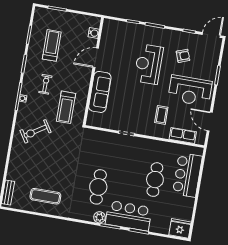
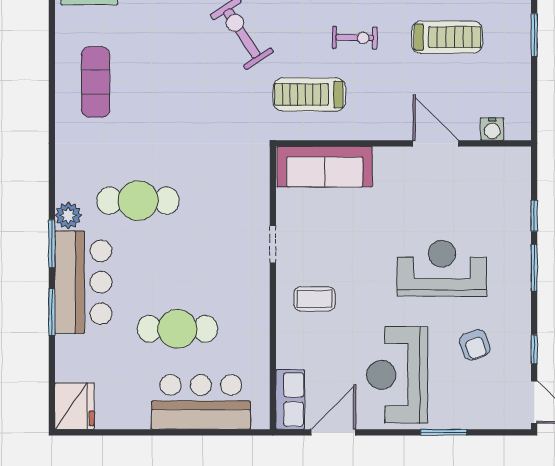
sofa: (100, 92) -> (325, 167), moved
coffee table: (161, 115) -> (315, 299), moved
row of seats: (183, 136) -> (290, 399), moved

